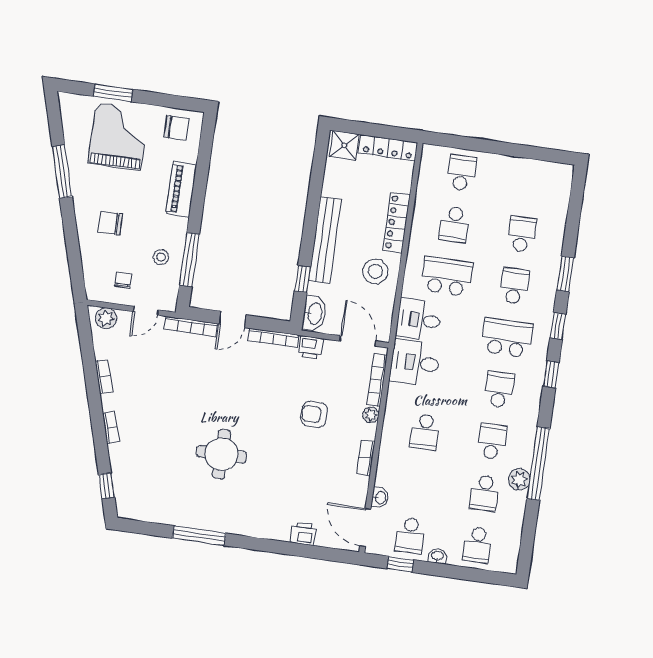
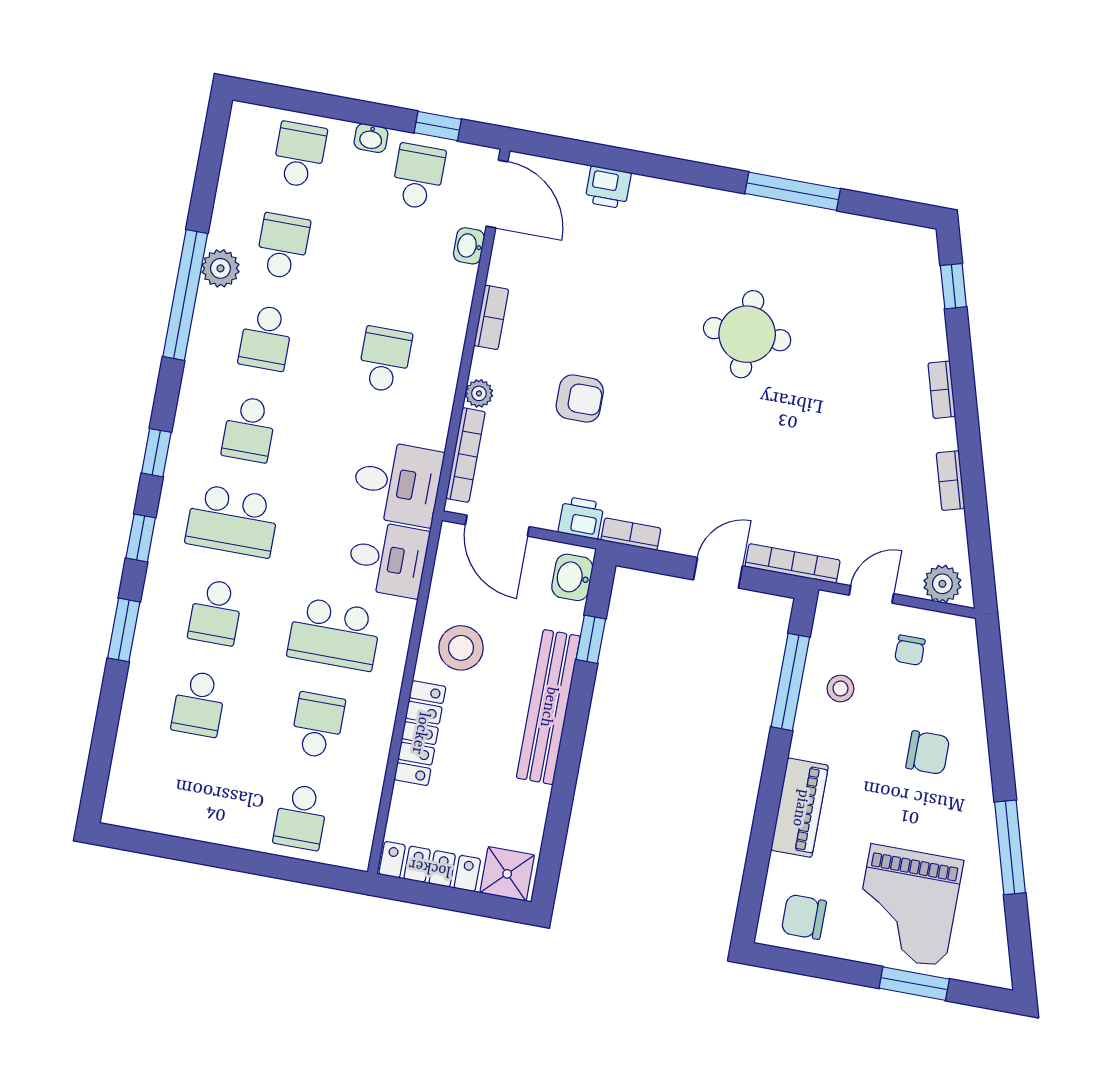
washbasin: (314, 314) -> (572, 577), width x0.72
bookcase: (273, 338) -> (631, 534), width x0.64

